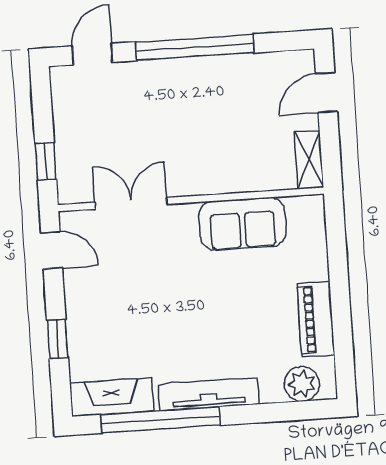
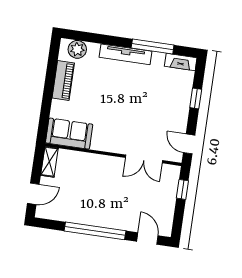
door: (92, 54) -> (147, 238), swing flipped
sofa: (242, 224) -> (69, 134), moved
fireplace: (112, 397) -> (181, 62), width x0.73, depth x0.76
window: (160, 420) -> (153, 47), width x0.68

